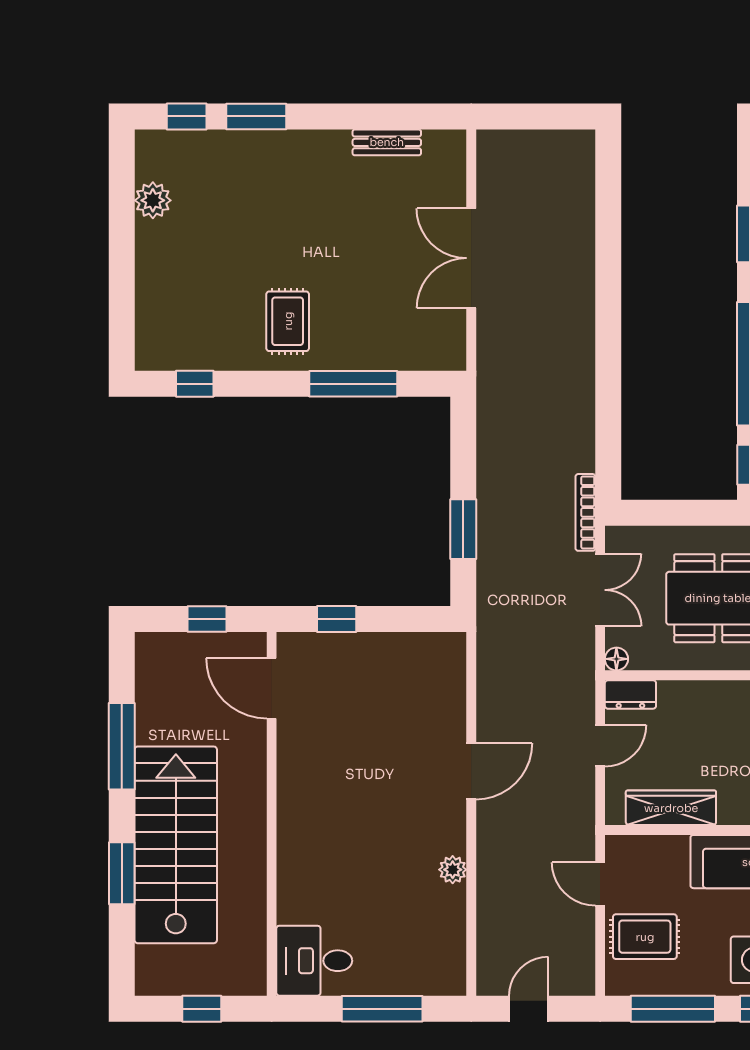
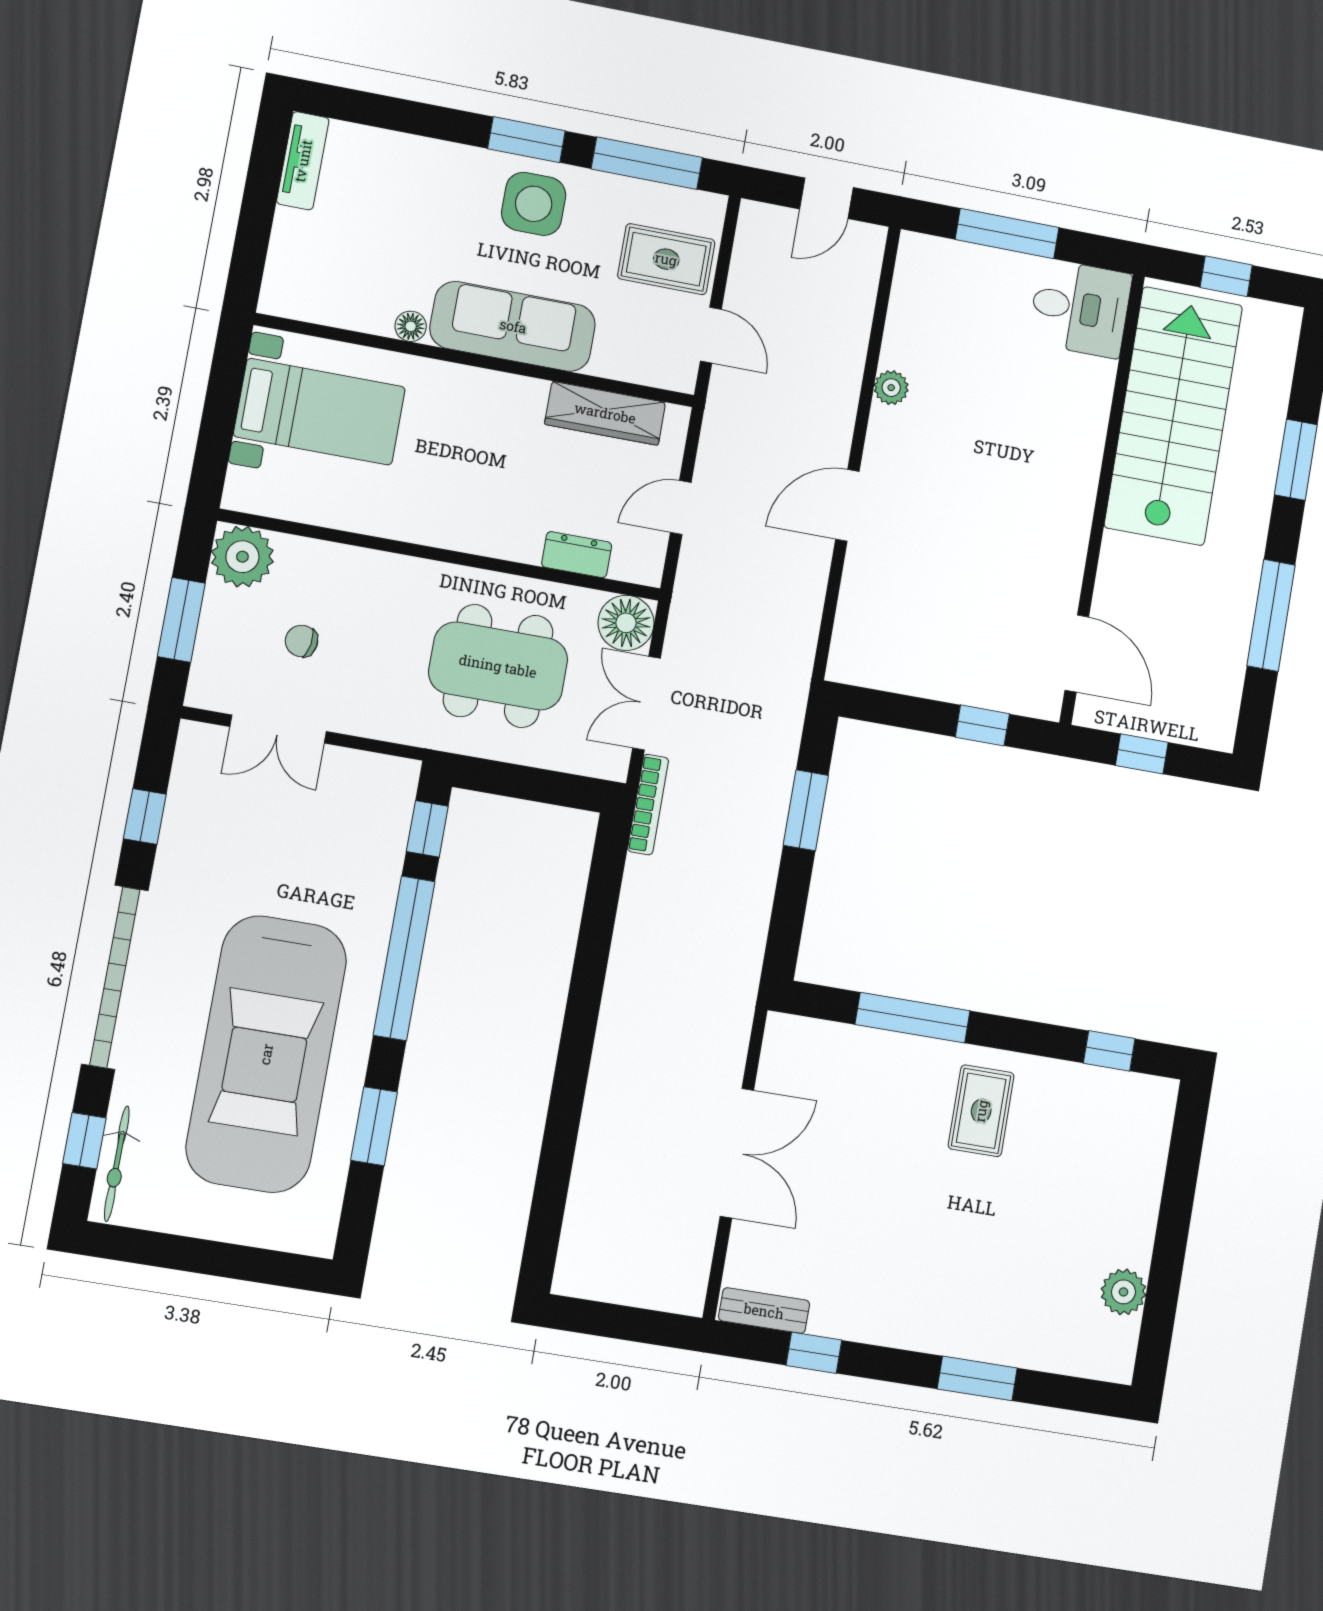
window: (187, 116) -> (814, 1353), moved
bench: (387, 142) -> (764, 1311), moved
floor lamp: (616, 659) -> (626, 623), width x1.89, depth x1.89
dresser: (630, 694) -> (577, 555), moved
stairs: (176, 845) -> (1173, 416), moved, turned 180

